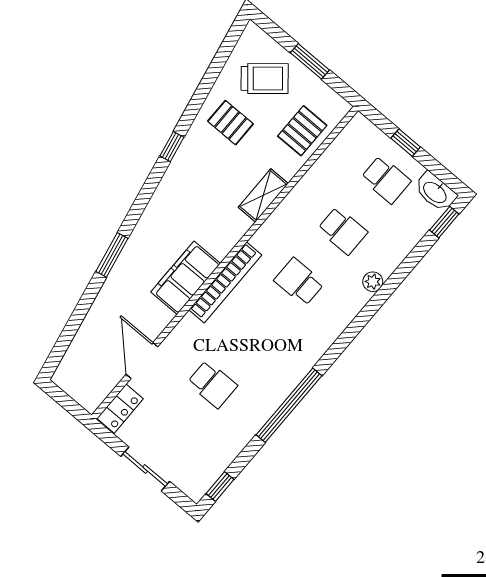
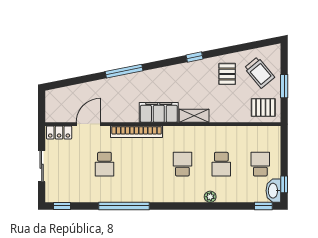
pallet: (302, 131) -> (263, 107), moved
window: (406, 143) -> (284, 184), moved
school desk: (386, 179) -> (260, 164), turned 180
shelving: (263, 195) -> (194, 116), moved
window: (112, 255) -> (124, 71), width x1.44
filing cabinet: (186, 278) -> (159, 112), moved
bookcase: (225, 282) -> (137, 132), moved

